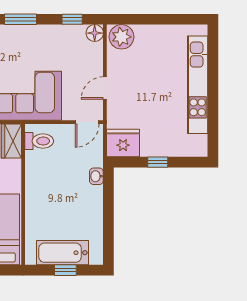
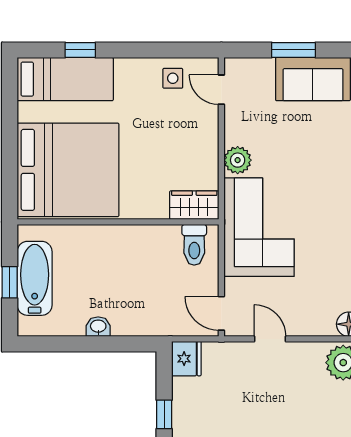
fridge: (123, 143) -> (186, 359), width x0.73, depth x0.75
washbasin: (96, 176) -> (98, 327), moved

